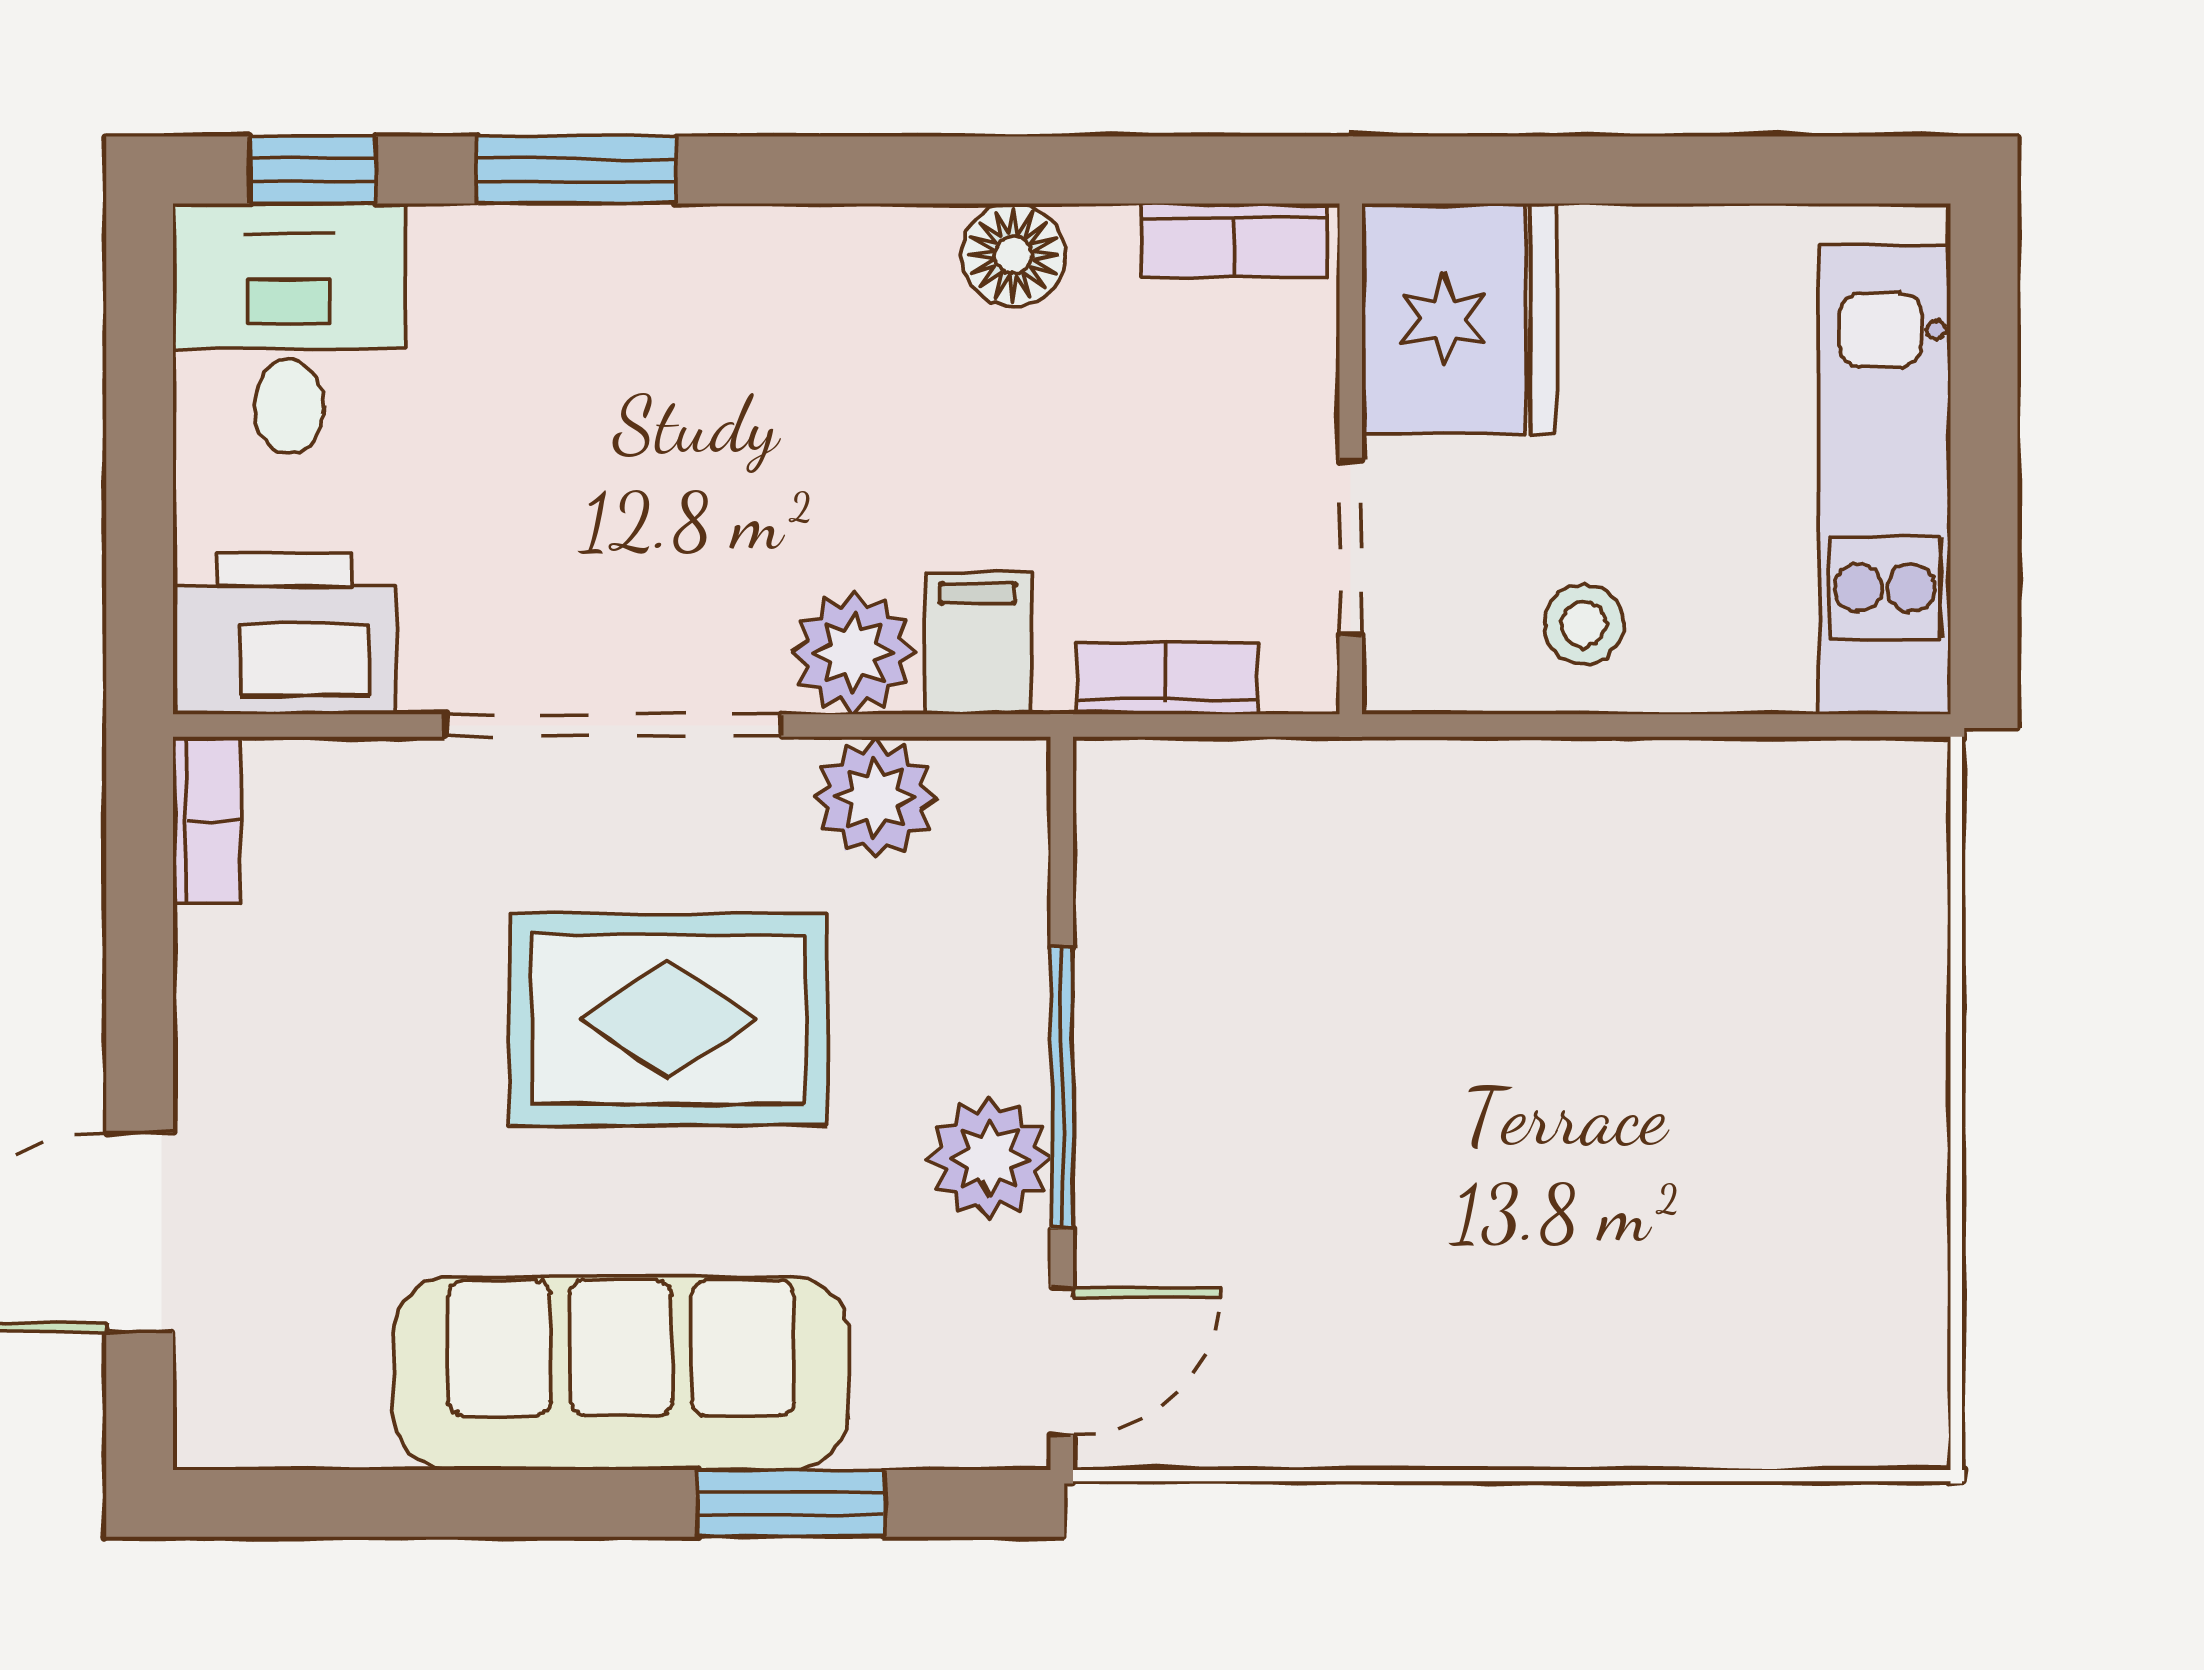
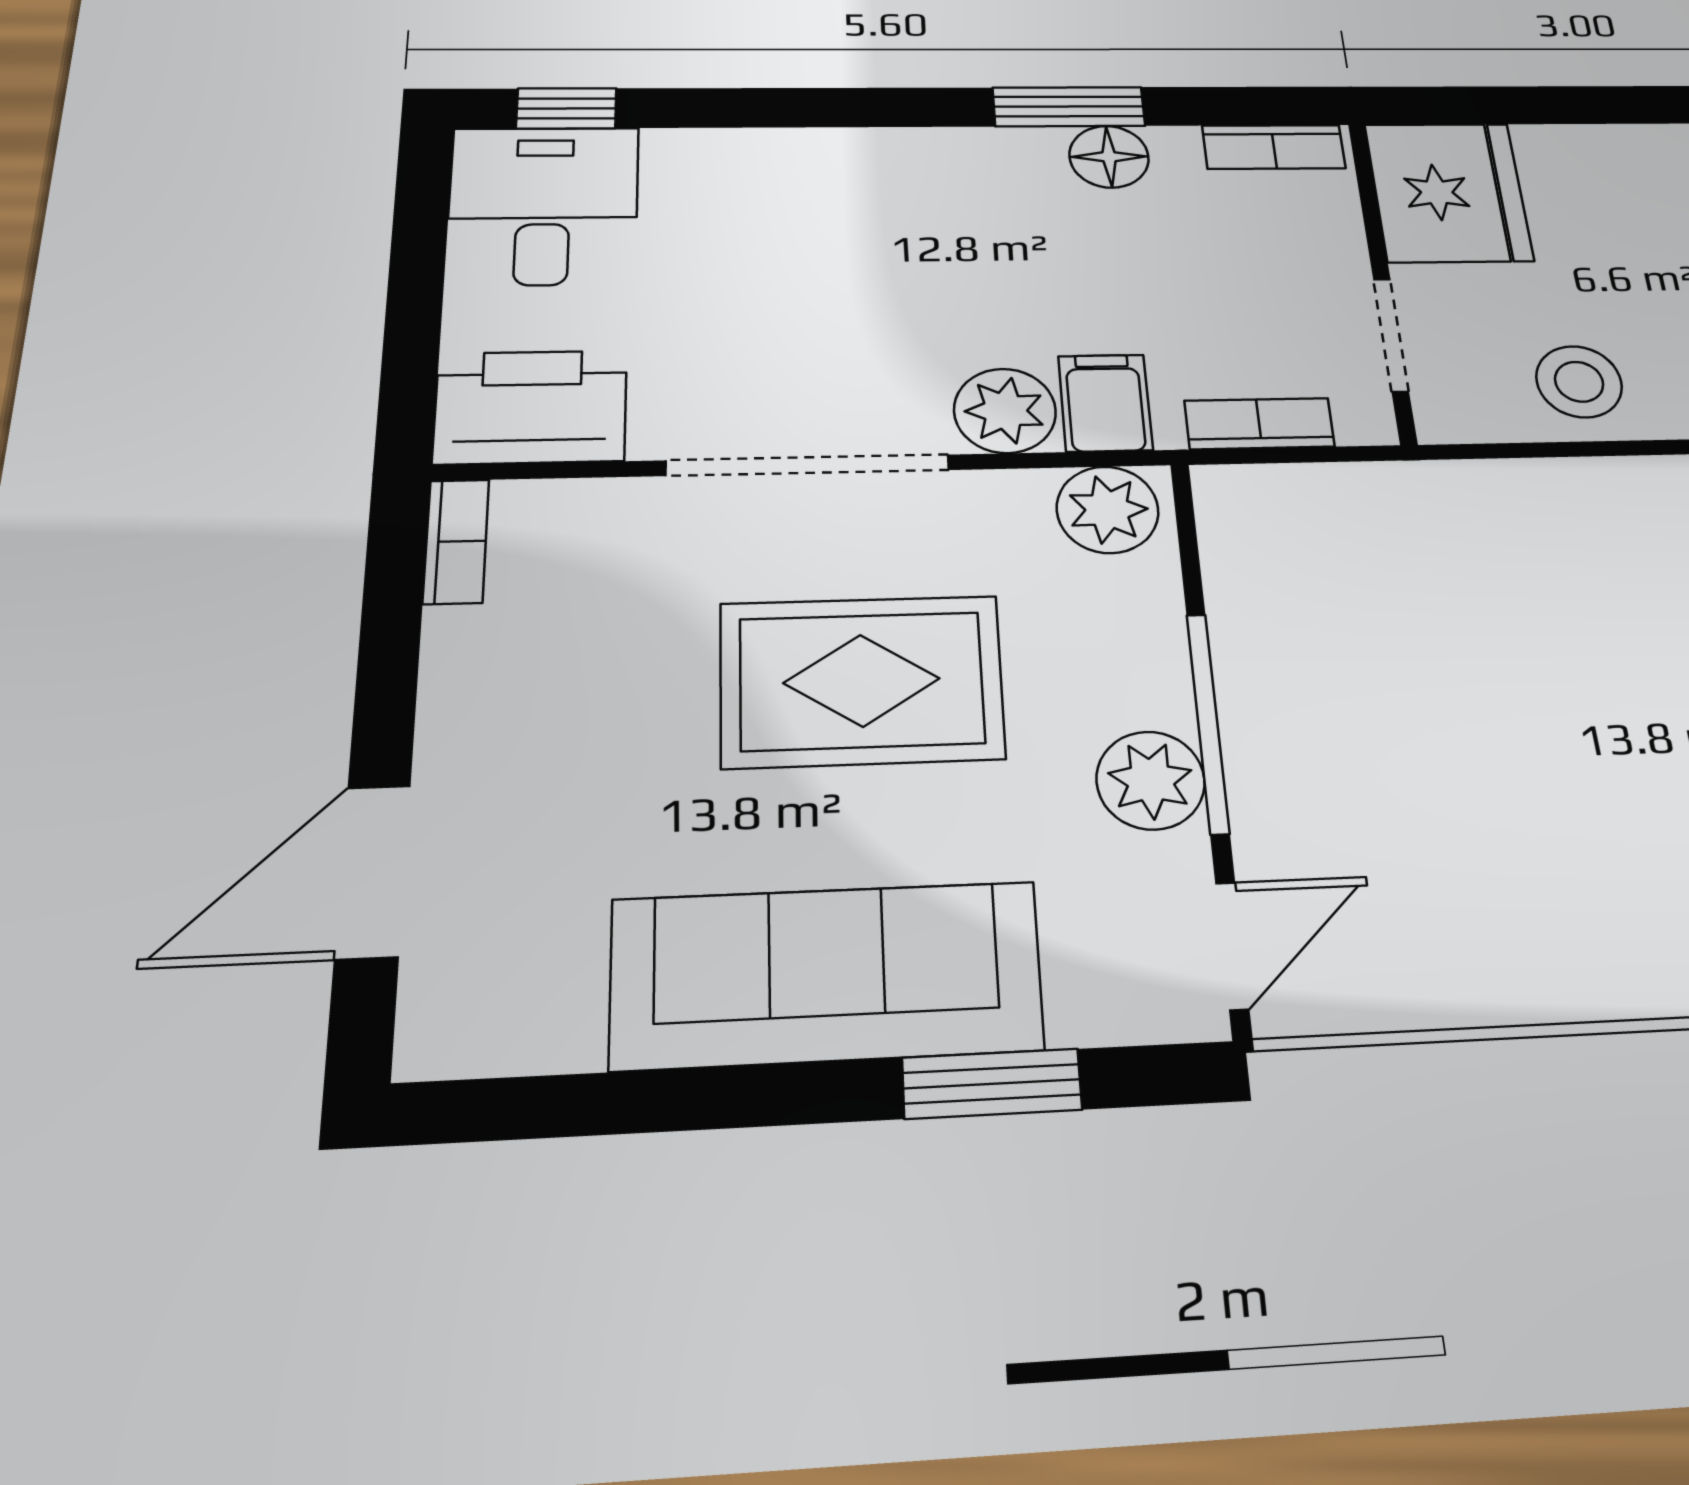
window: (576, 170) -> (1069, 107), moved
stool: (1584, 624) -> (1579, 382), width x1.37, depth x1.37
plant: (875, 798) -> (1108, 510), moved

